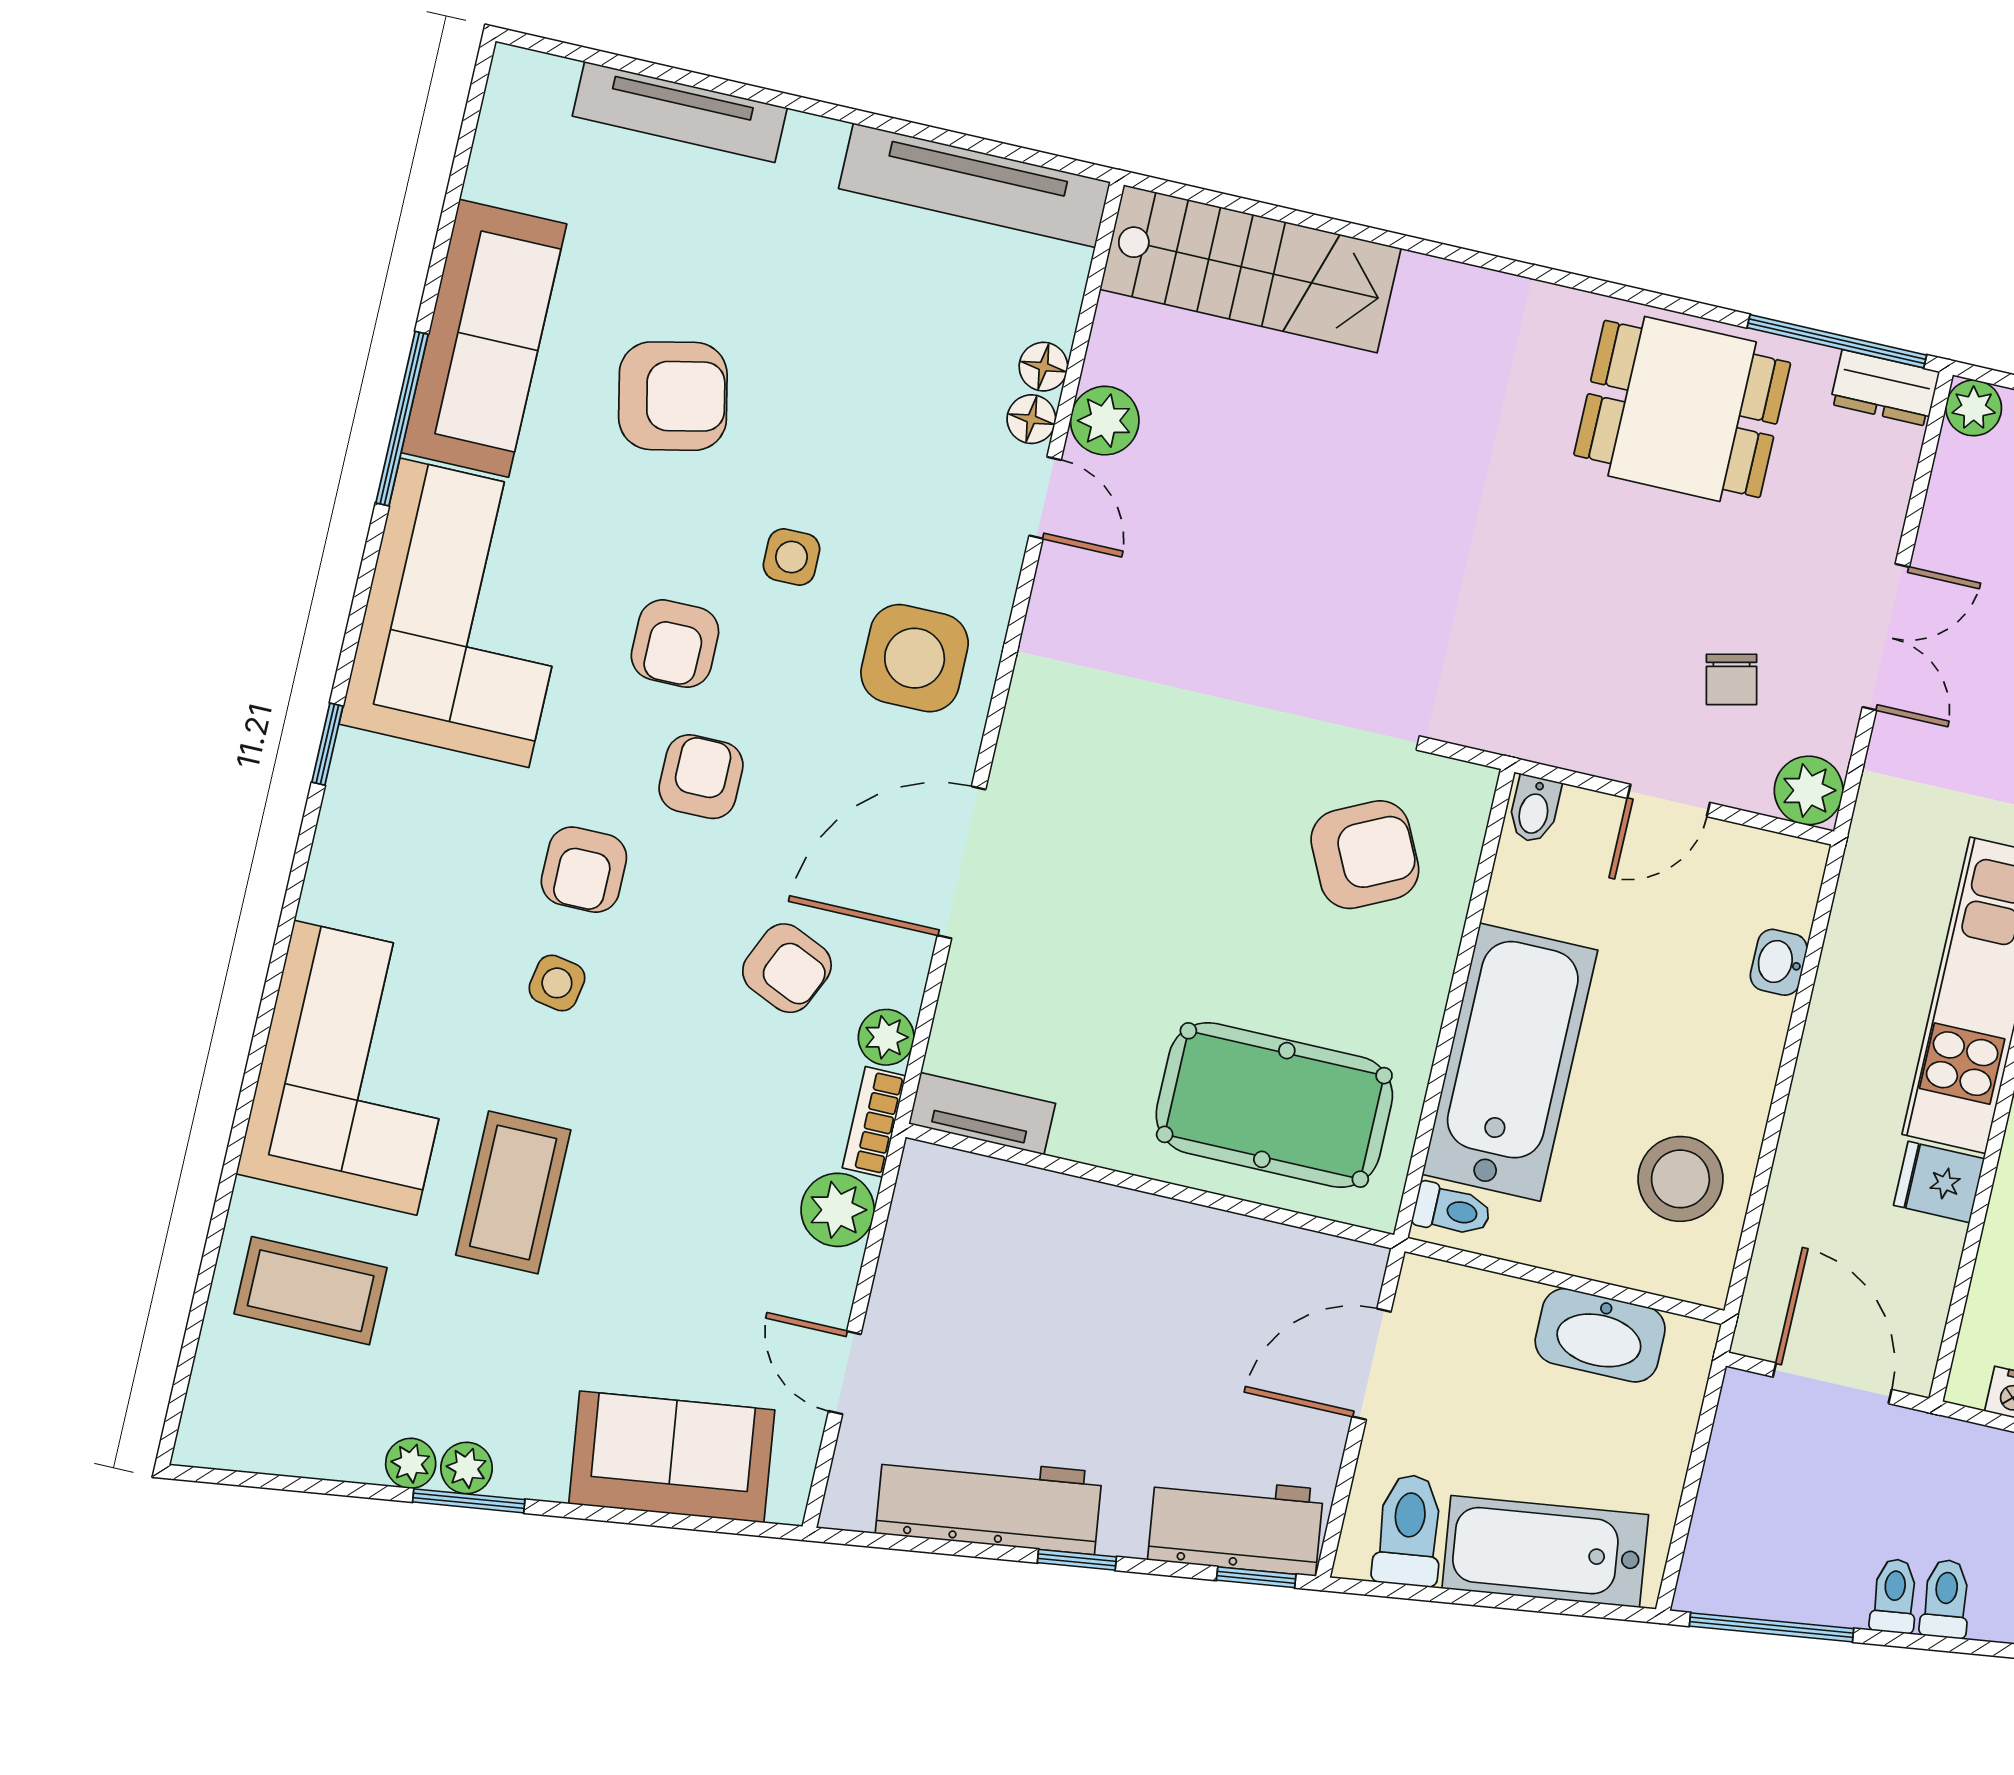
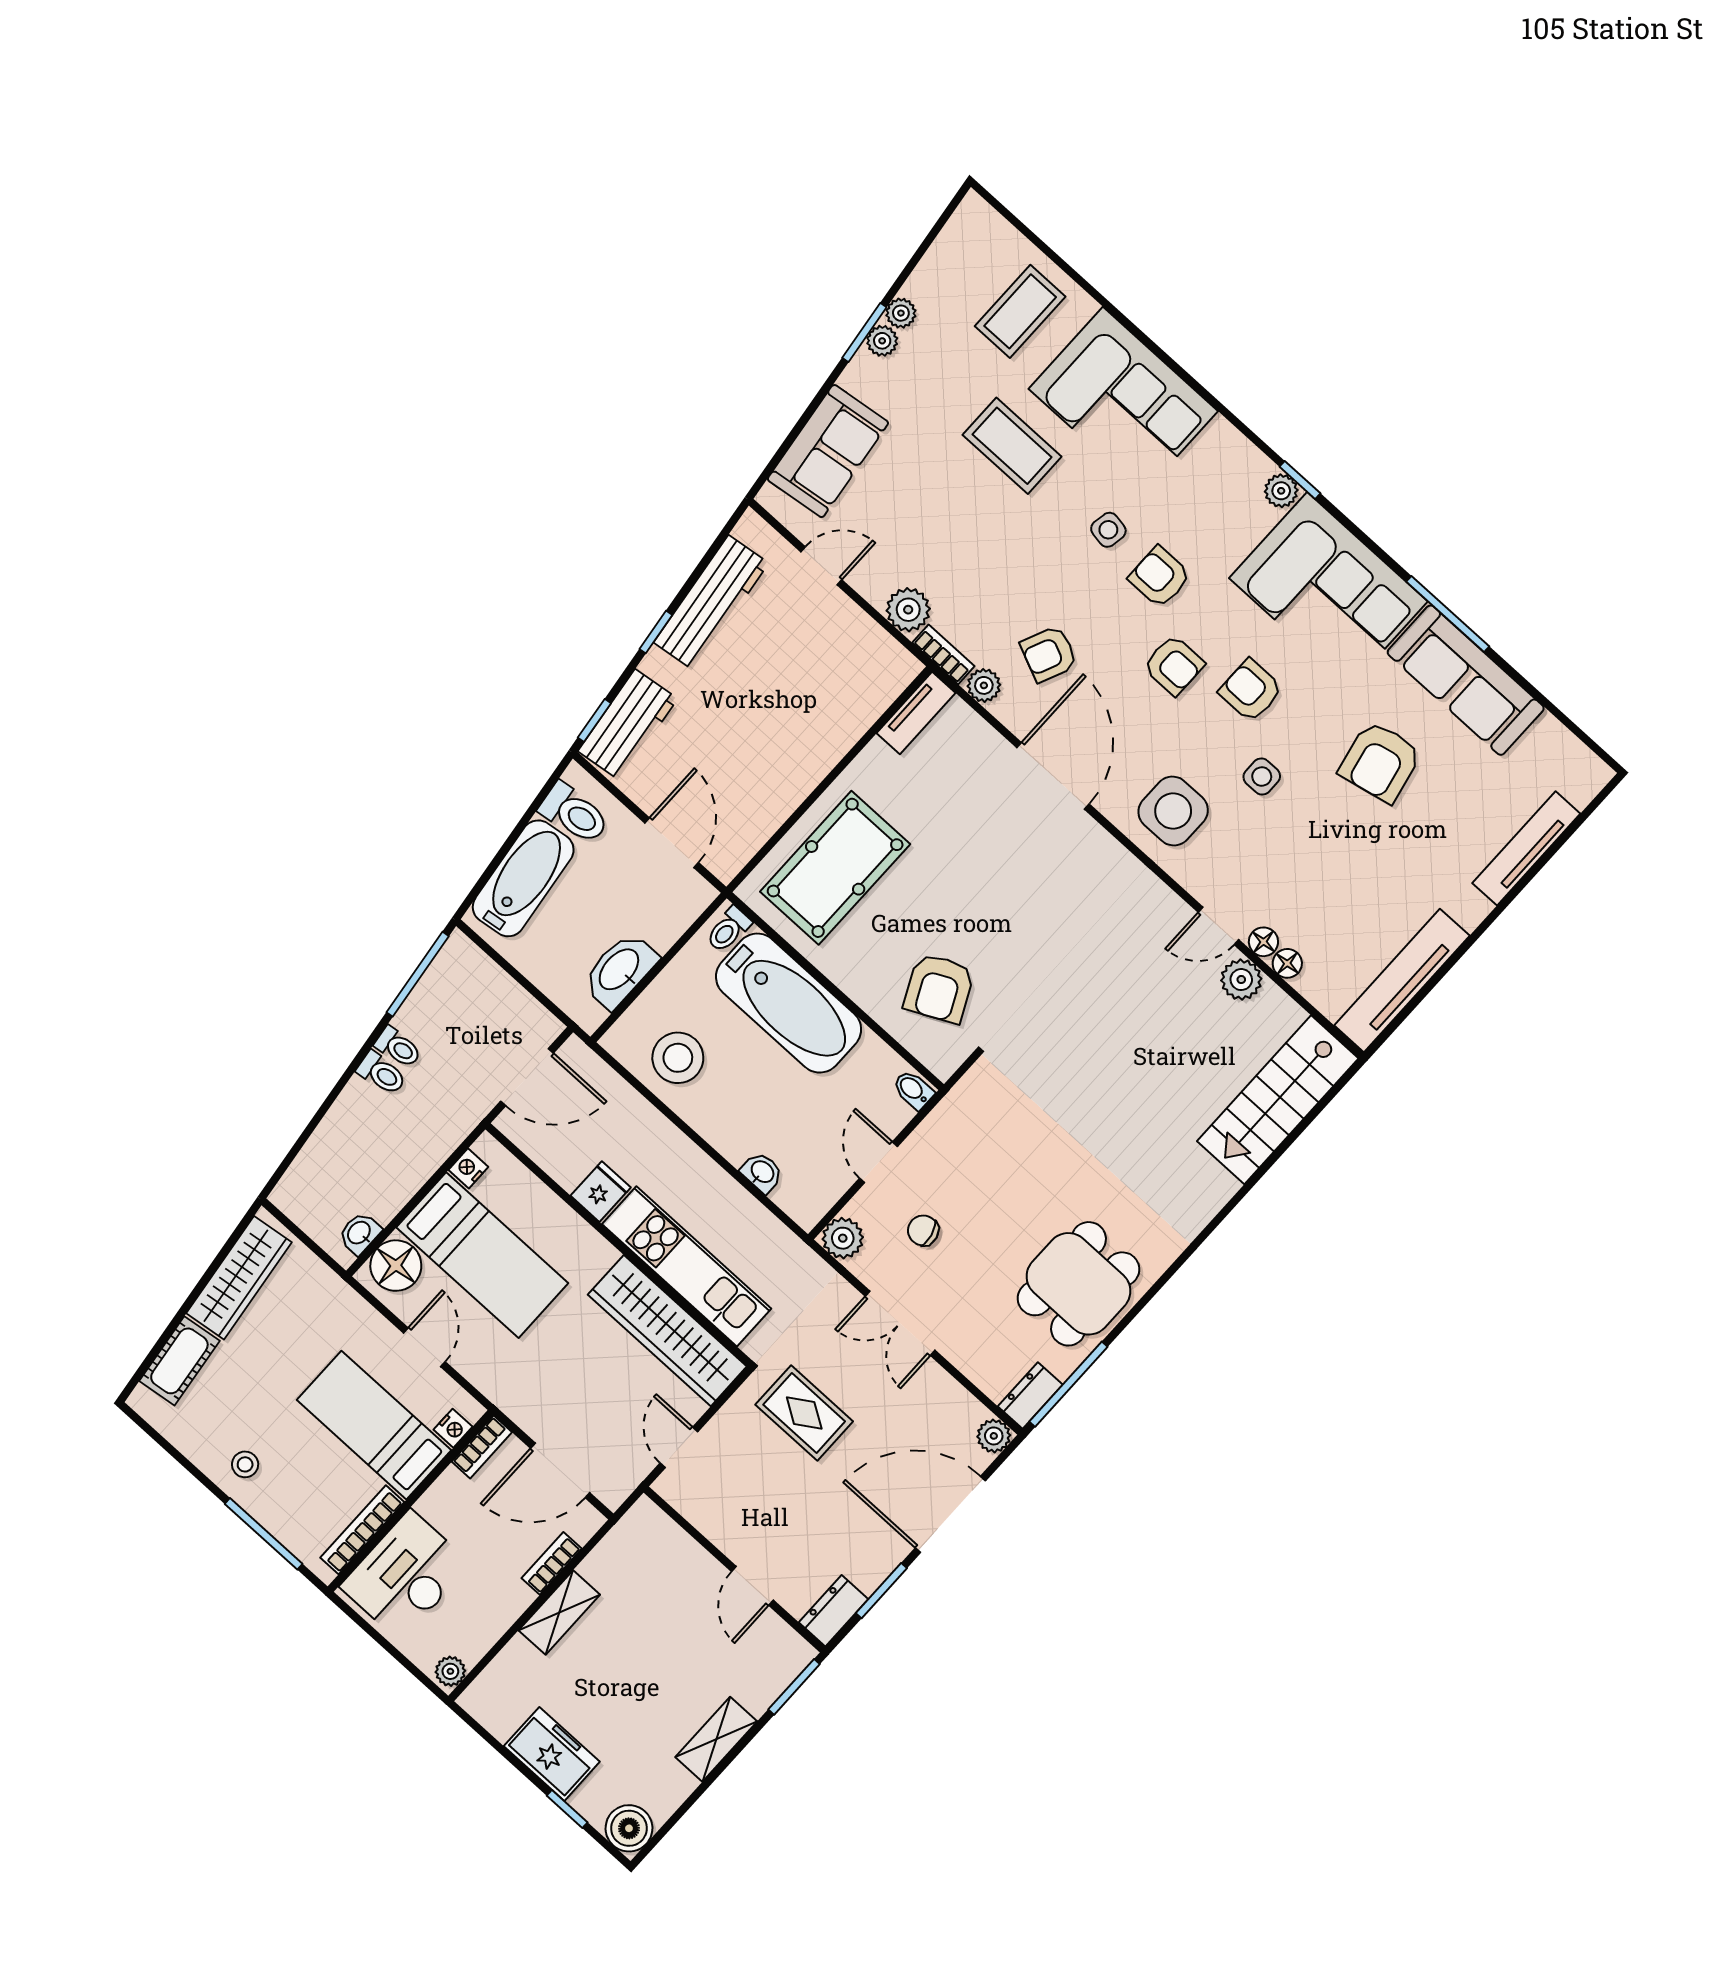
plant: (359, 763) -> (1281, 491), added

